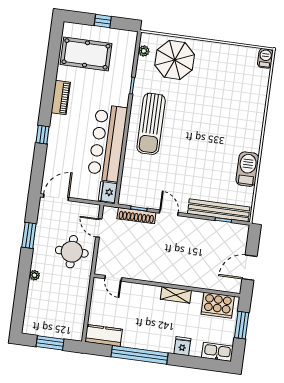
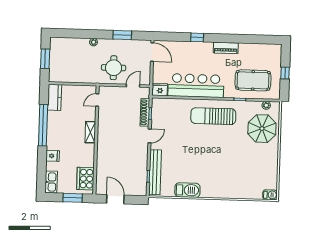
pool table: (86, 54) -> (253, 80), moved, turned 90
shelving: (176, 295) -> (90, 132), moved

